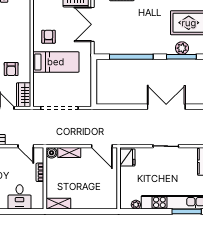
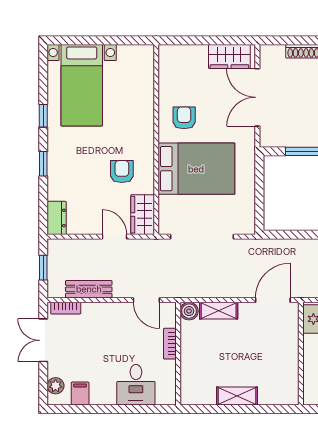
bed: (56, 62) -> (196, 169), width x1.50
armchair: (11, 69) -> (122, 172), turned 180
door: (102, 146) -> (273, 300), swing flipped
shelving: (58, 204) -> (237, 396), moved

